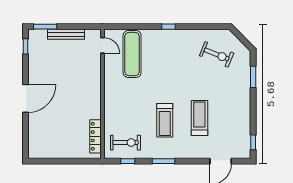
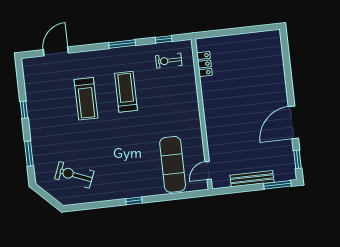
door: (103, 45) -> (208, 170), hinge flipped
door: (25, 98) -> (293, 122), moved
locker: (95, 136) -> (204, 64), width x0.66
window: (253, 142) -> (24, 110), moved
exercise bike: (126, 143) -> (169, 61), width x0.73, depth x0.72

